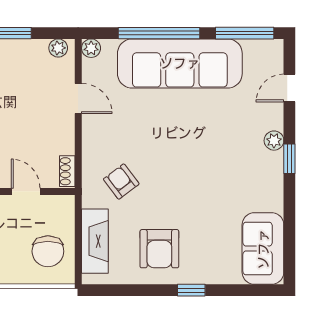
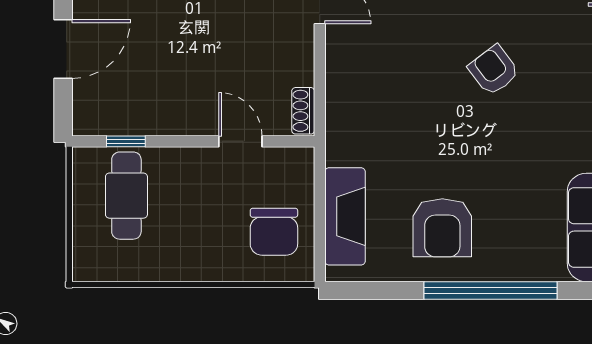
armchair: (121, 182) -> (494, 70), moved
window: (191, 290) -> (490, 290), width x3.17

